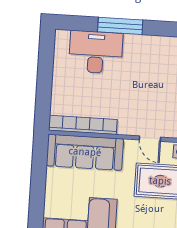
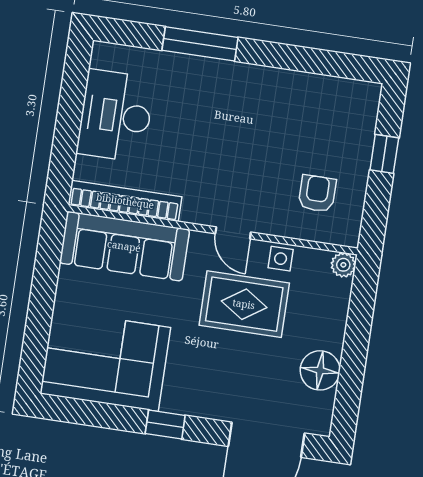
desk: (96, 52) -> (116, 116), moved, turned -90

